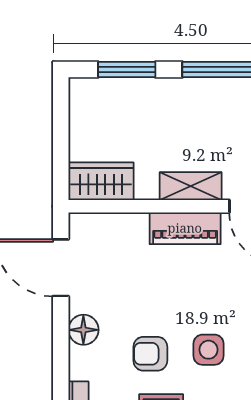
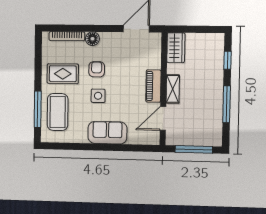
window: (127, 70) -> (227, 60), width x0.67
floor lamp: (83, 330) -> (92, 39), moved

